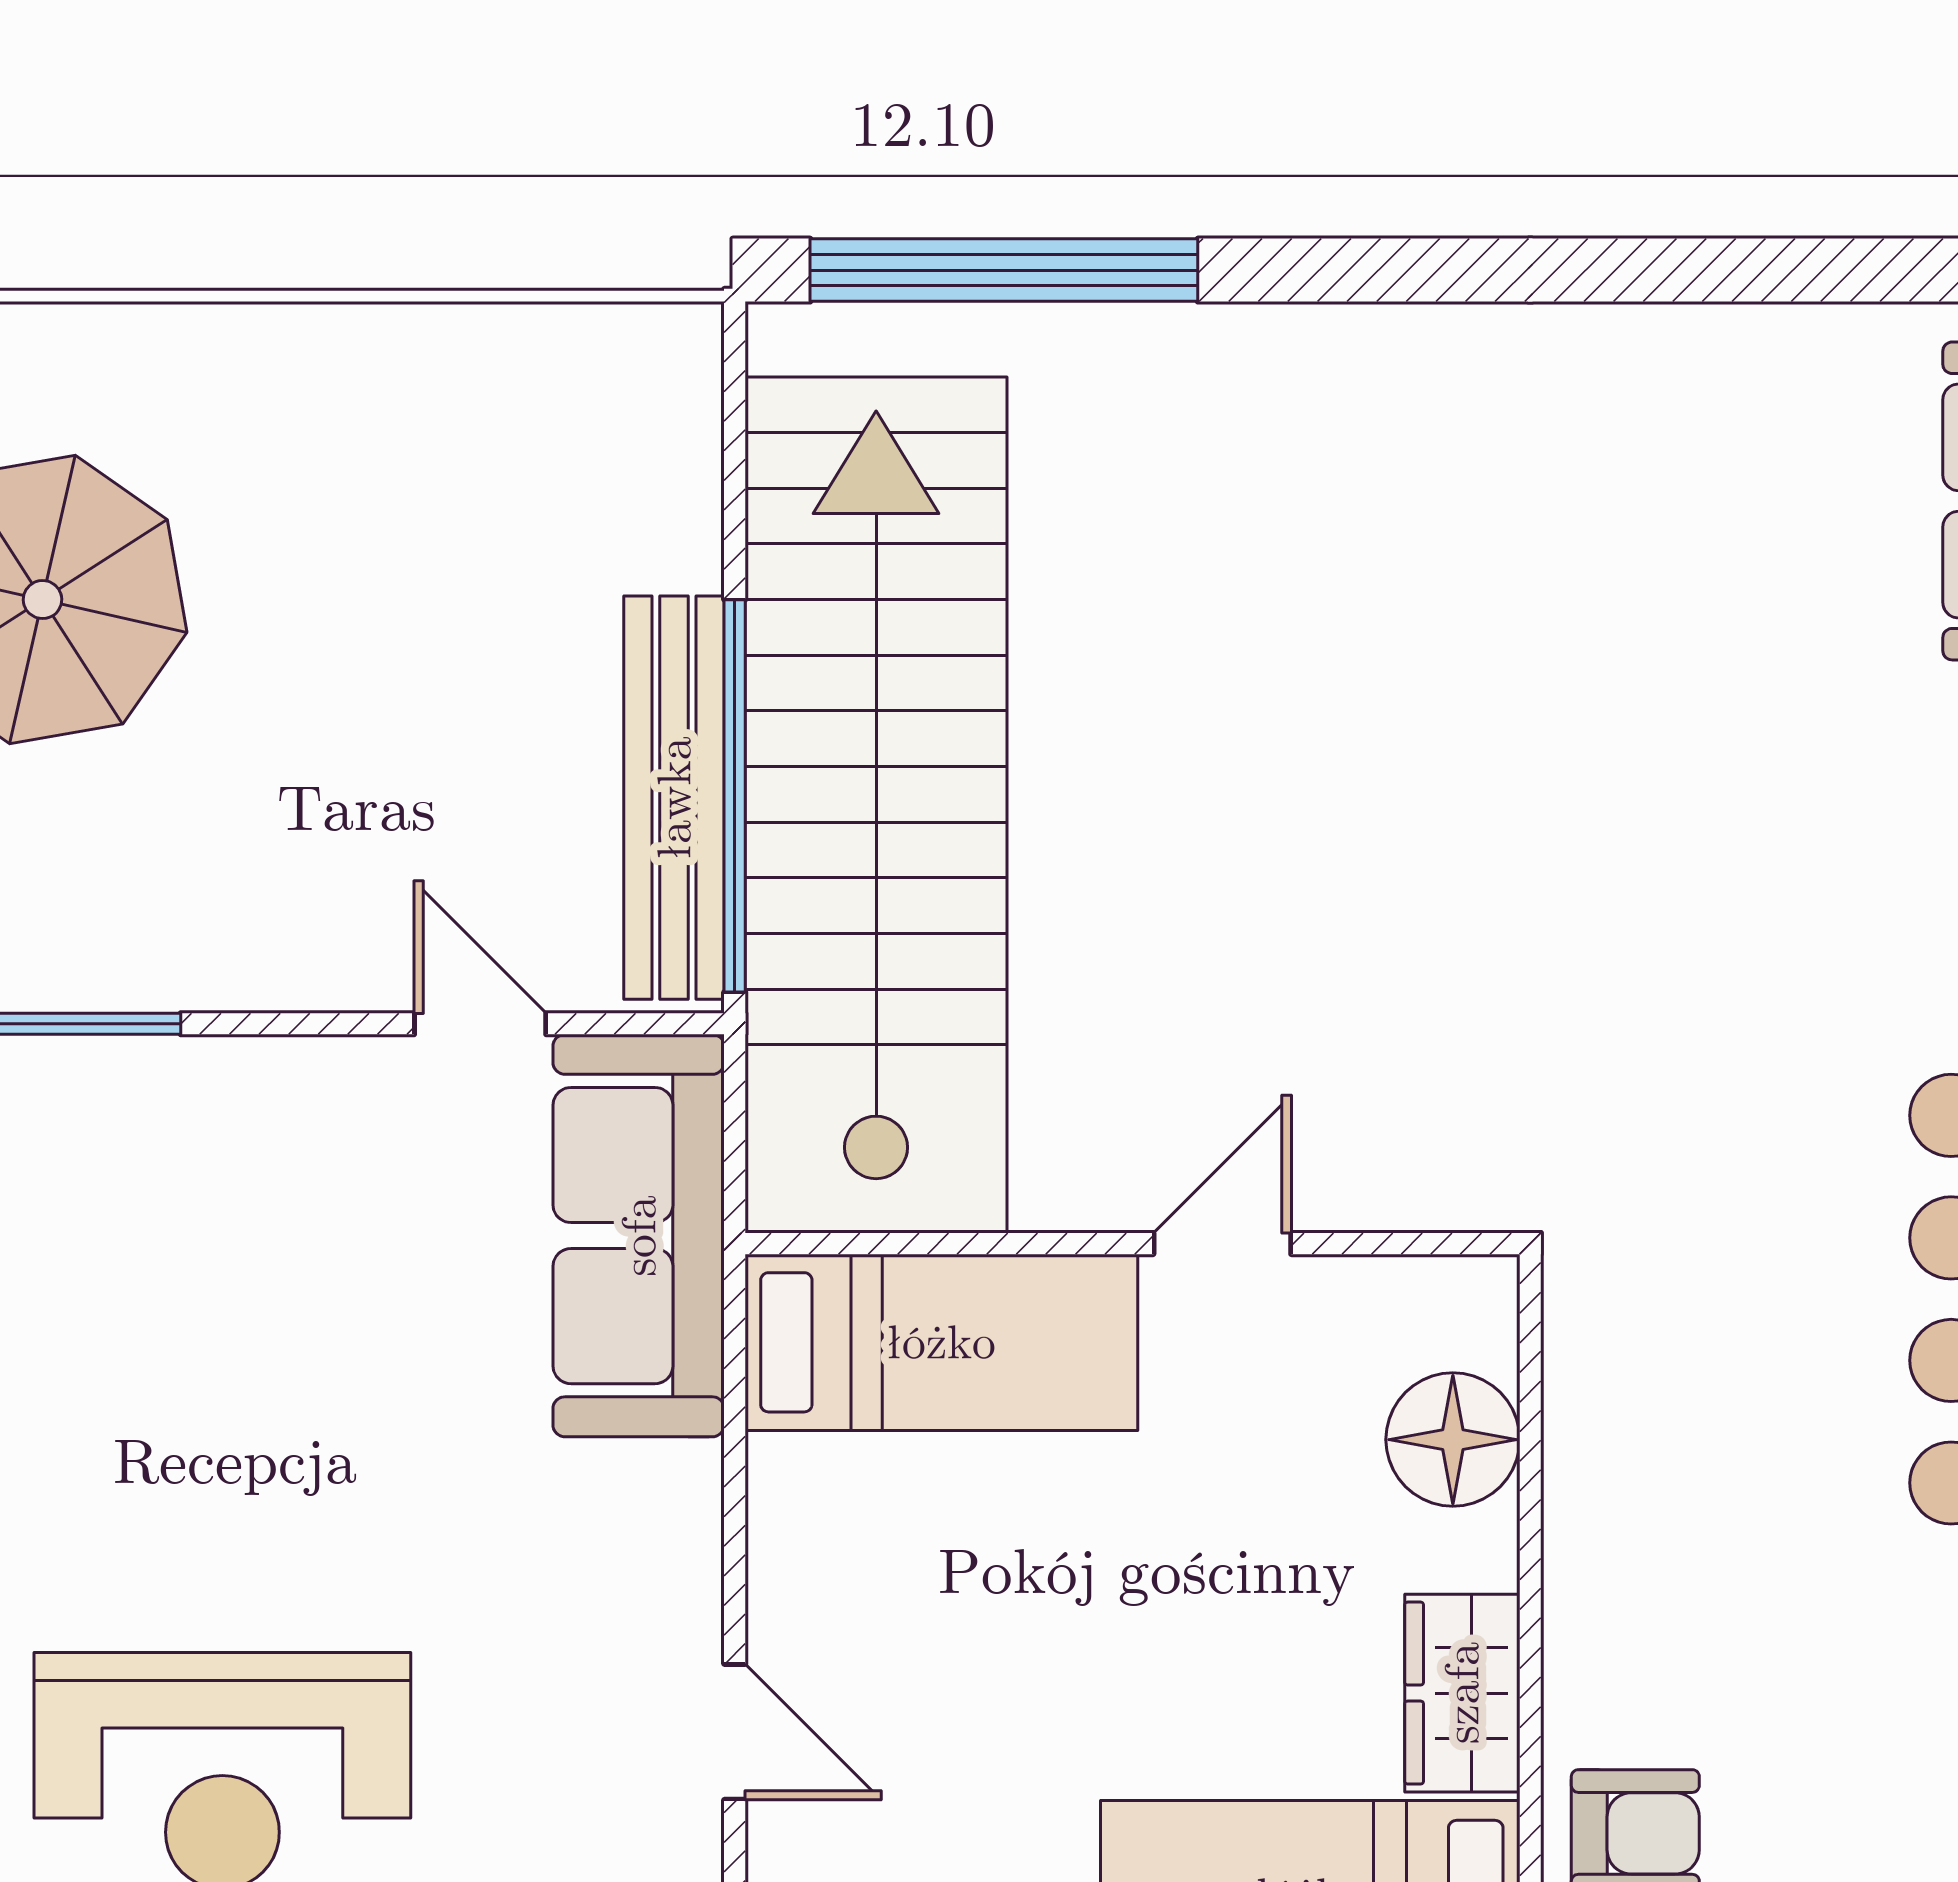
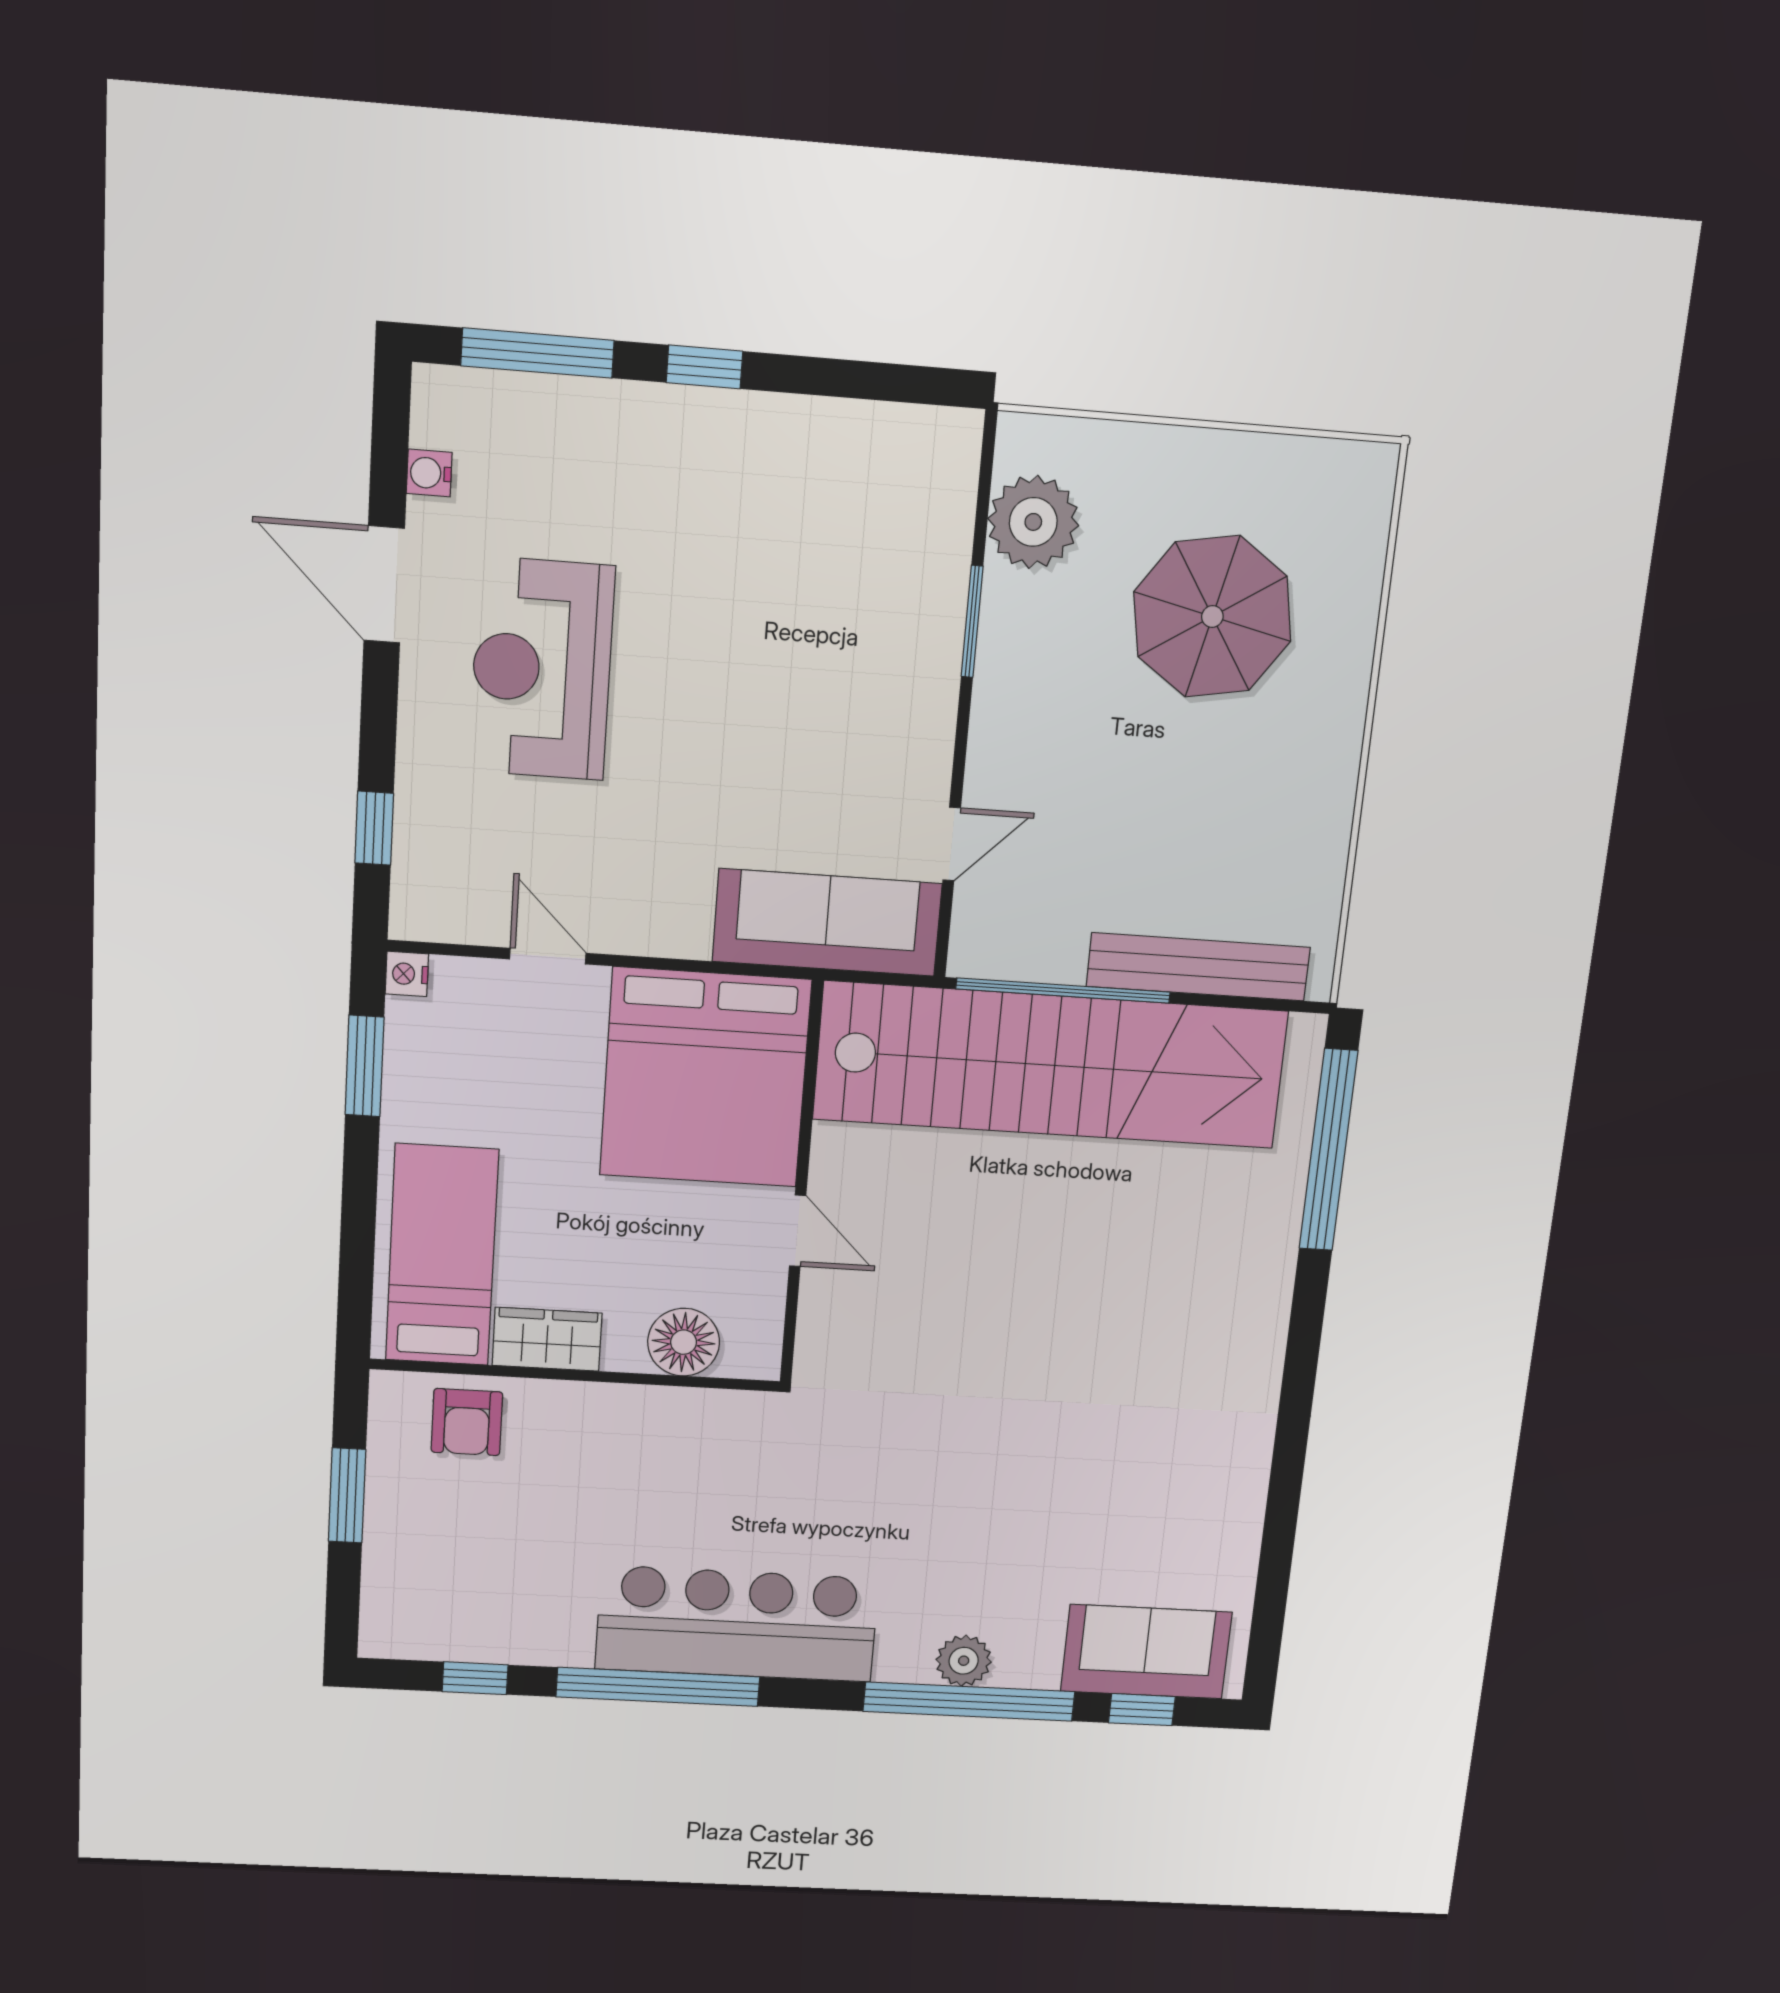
bench: (674, 798) -> (1198, 967), moved
bed: (941, 1342) -> (705, 1078), width x2.04
door: (735, 1732) -> (548, 956), swing flipped

